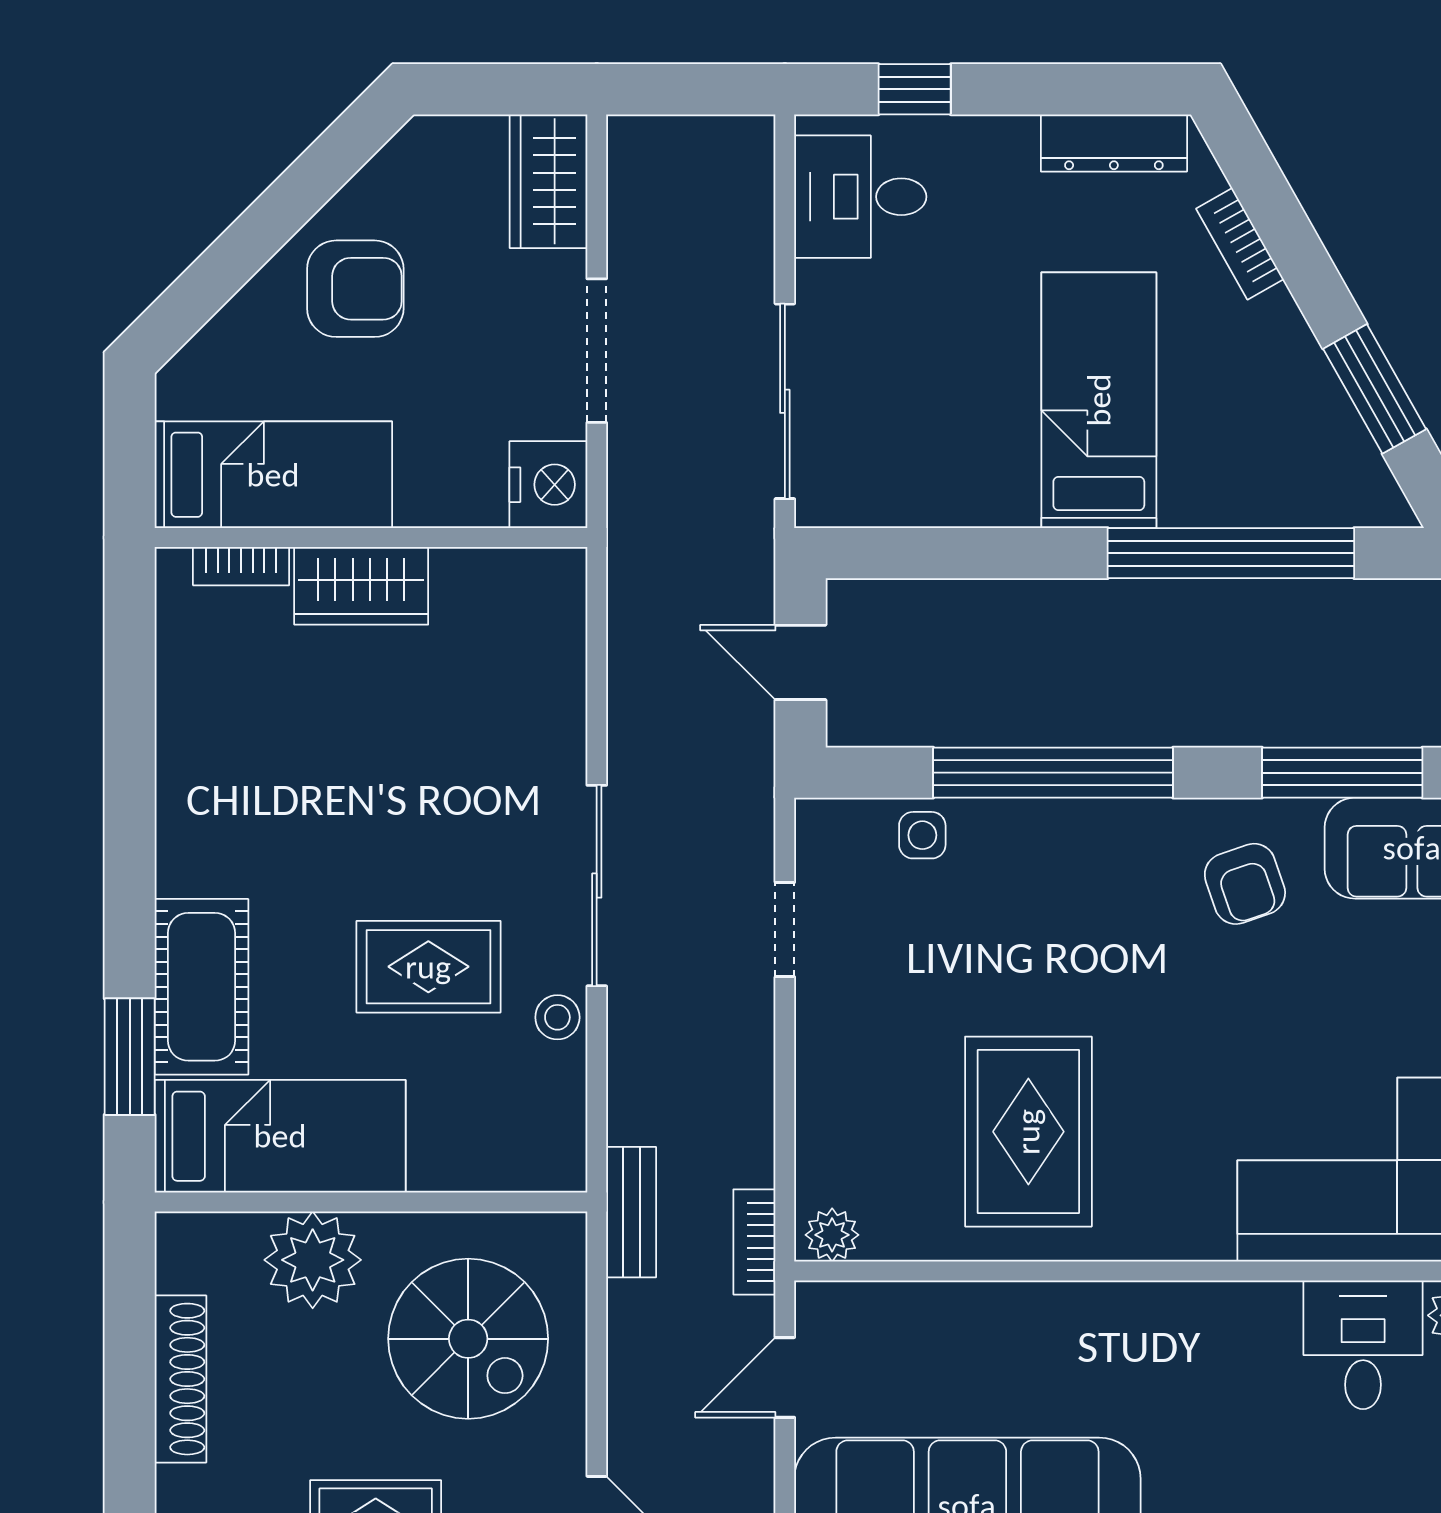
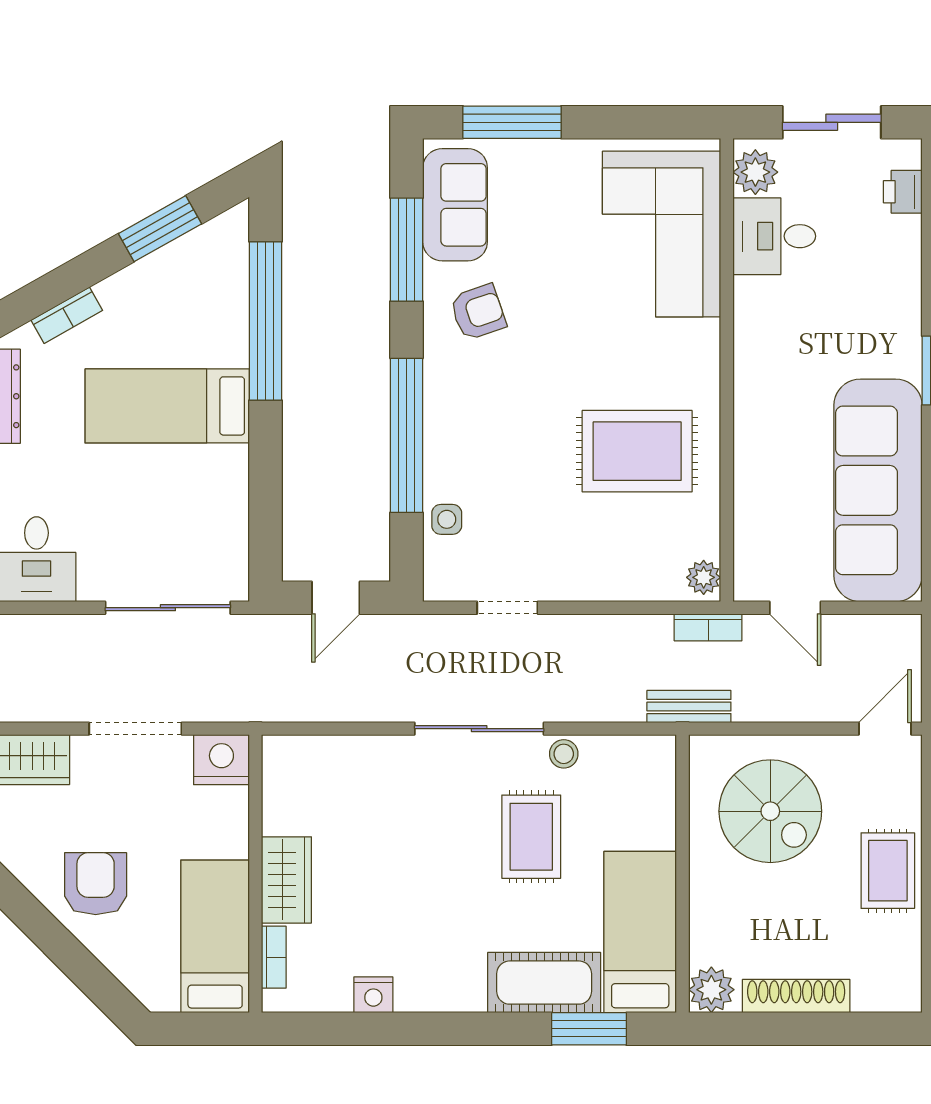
nightstand: (183, 721) -> (373, 995), added
plant: (313, 1260) -> (711, 990), moved, width x0.73, depth x0.73
spiral stairs: (468, 1339) -> (770, 811), turned 90

